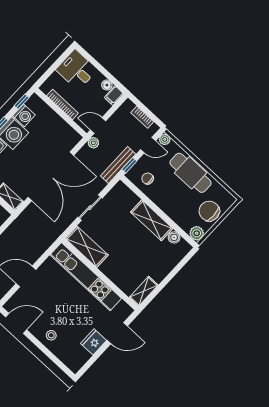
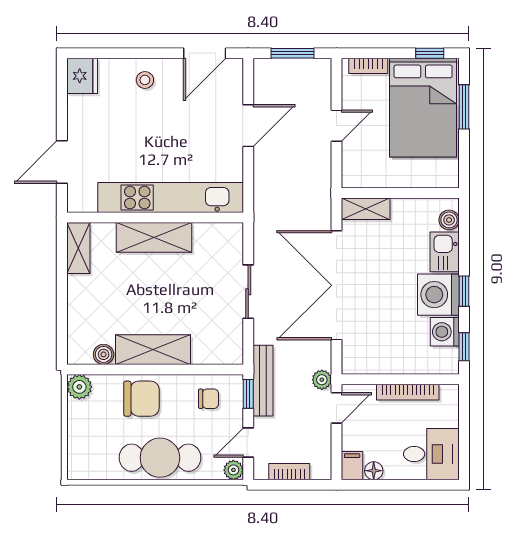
chair: (209, 211) -> (141, 399), moved
shelving: (87, 247) -> (154, 237), moved
fridge: (94, 342) -> (82, 76), moved

